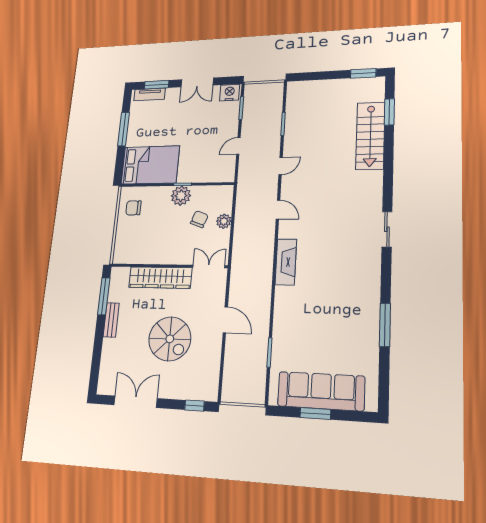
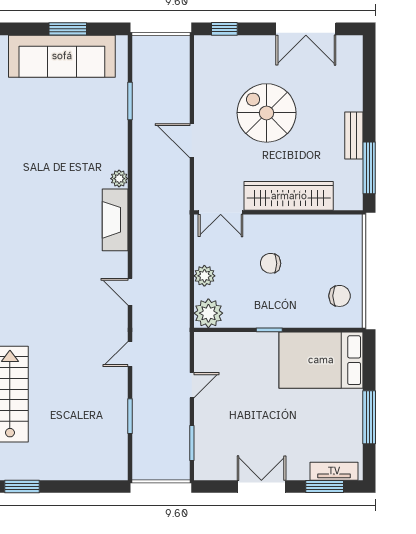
nightstand: (230, 93) -> (211, 468), removed
plant: (181, 196) -> (208, 313), moved
chair: (199, 219) -> (271, 263), moved, turned 70
plant: (281, 293) -> (119, 179), added

